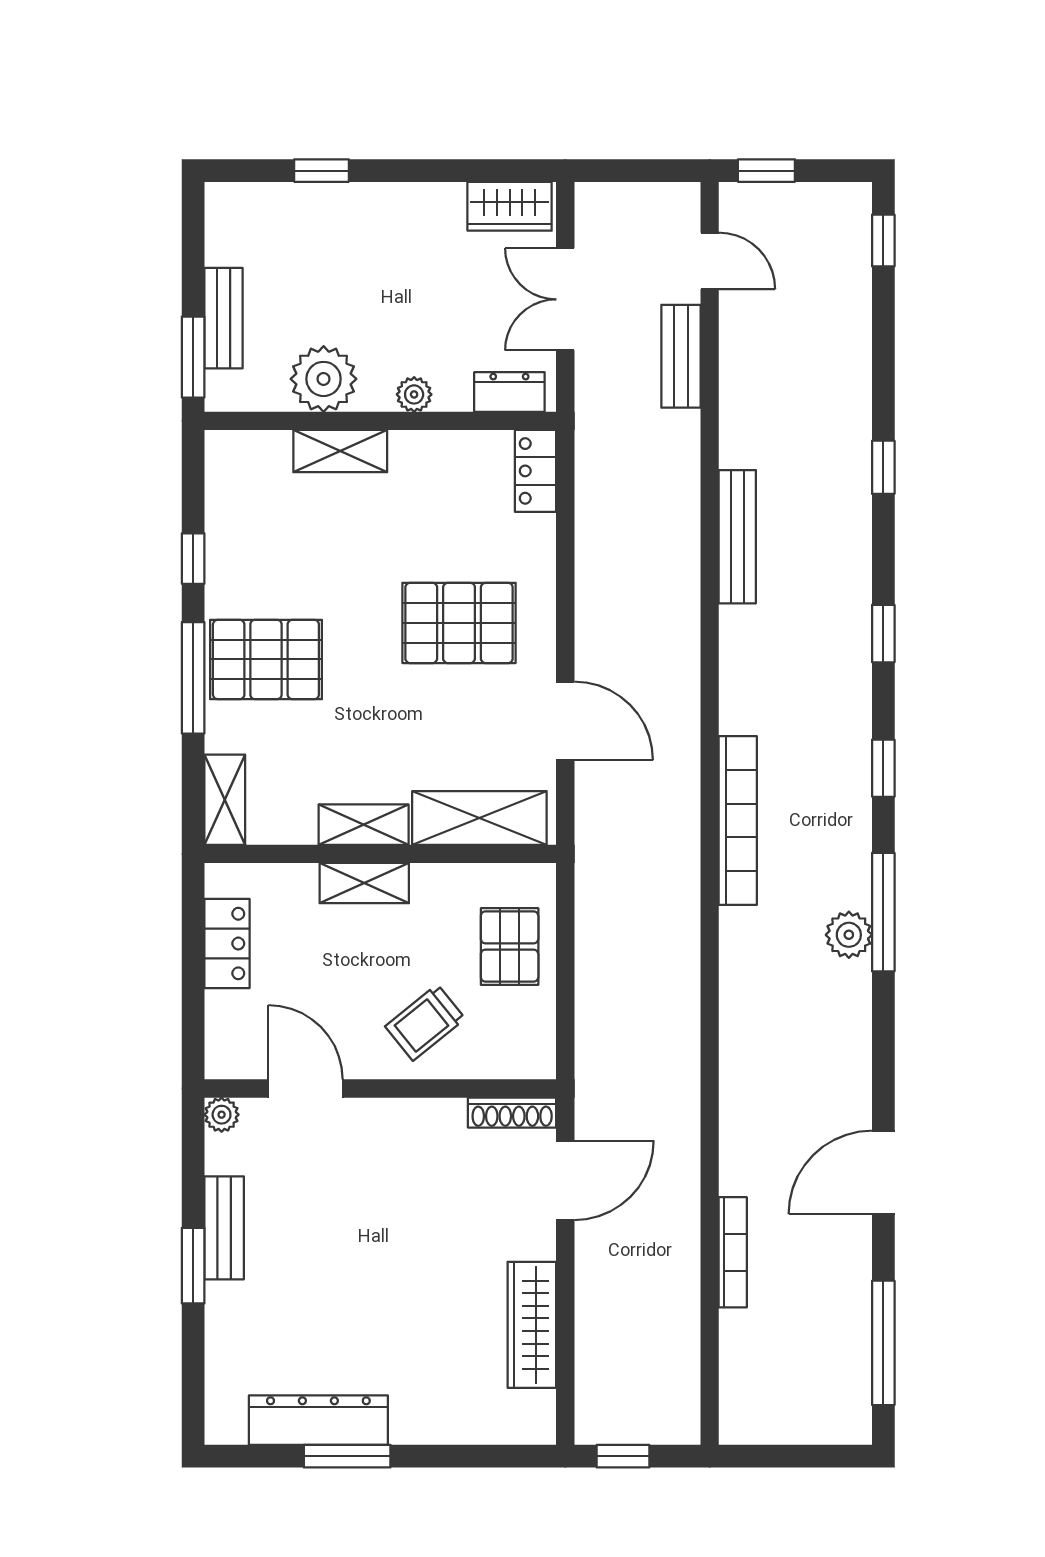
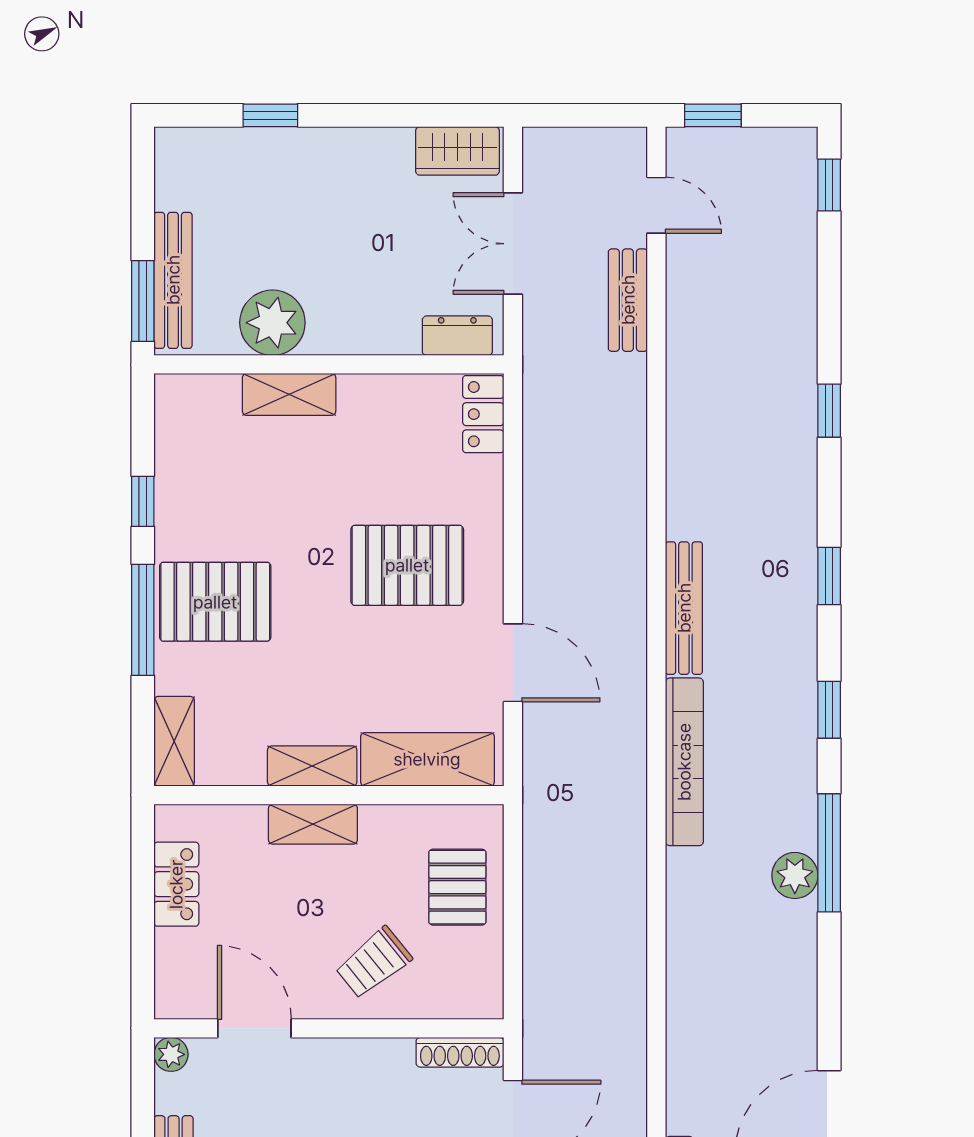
bench: (224, 318) -> (173, 280), width x1.36
plant: (414, 394) -> (362, 338), removed
bench: (737, 537) -> (684, 608), moved

